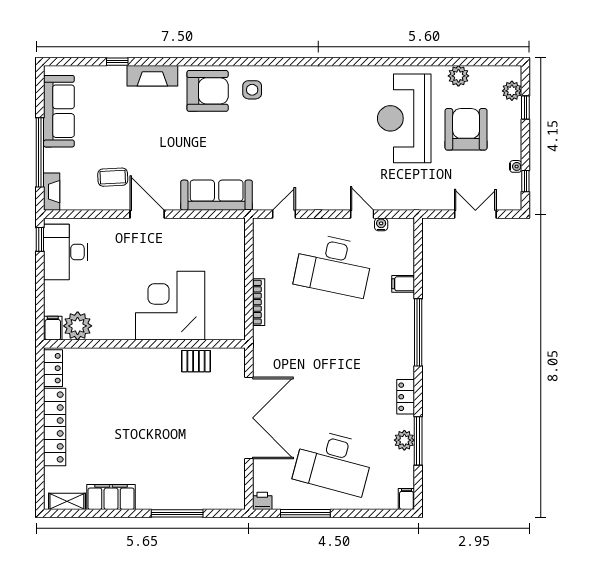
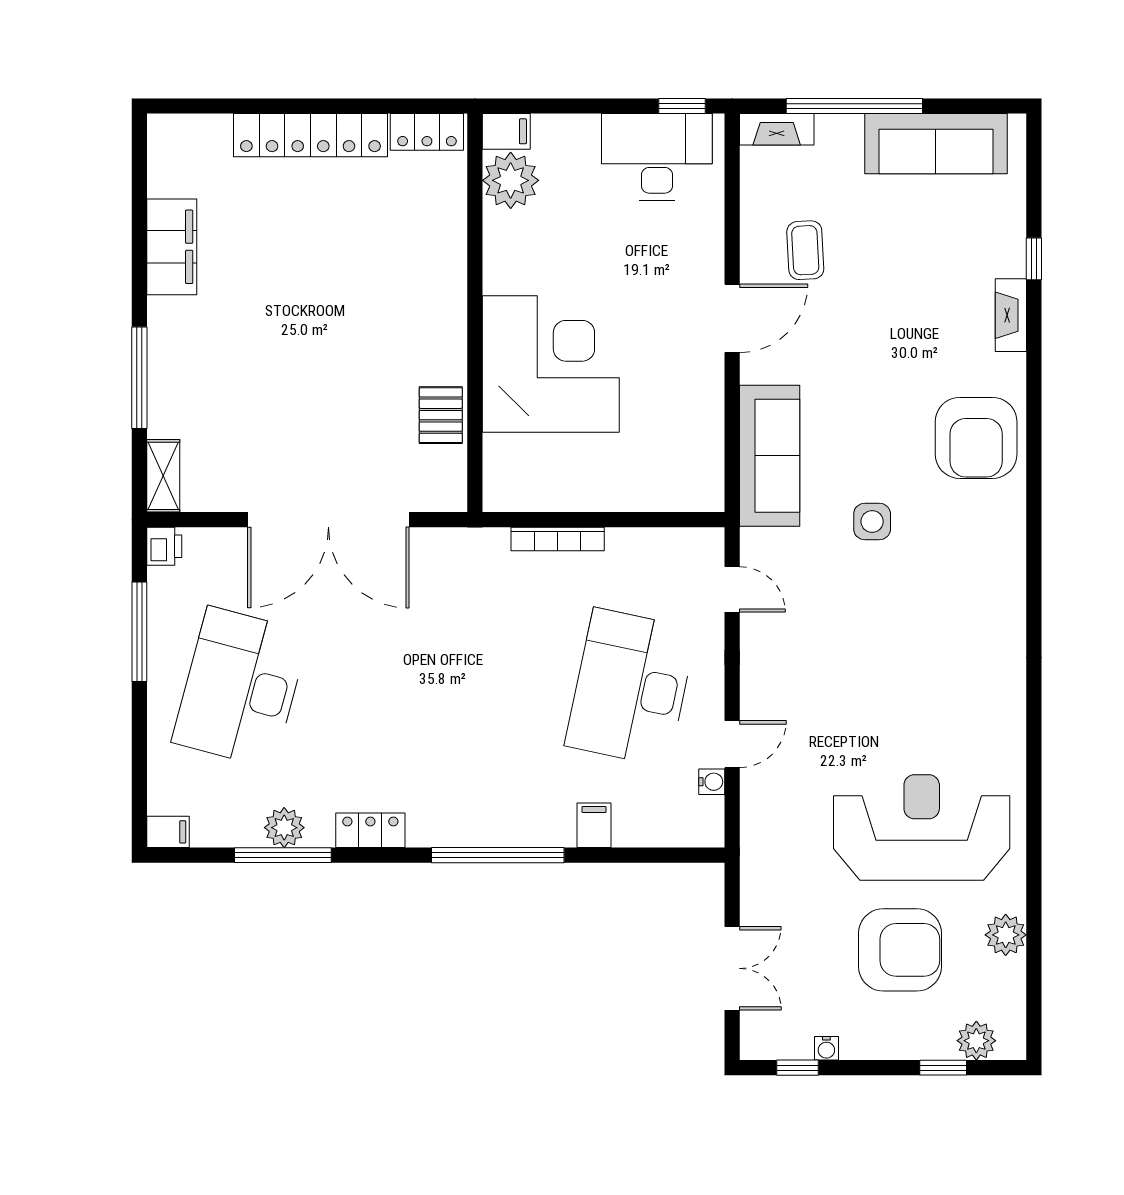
fireplace: (152, 76) -> (1011, 315), width x0.73, depth x0.76
side table: (252, 90) -> (872, 522), moved
shelving: (67, 501) -> (163, 476), moved

